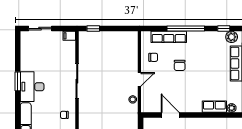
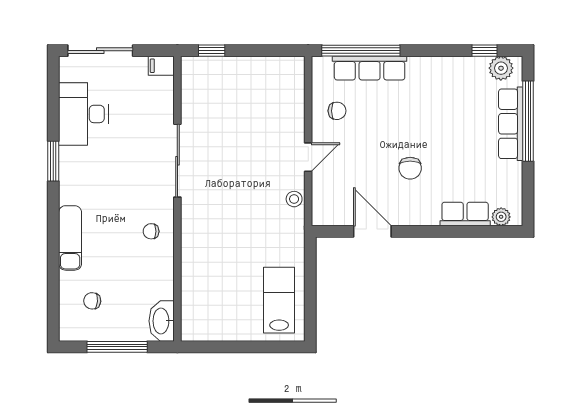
sliding door: (40, 29) -> (100, 51), width x1.37
window: (186, 29) -> (361, 51), moved
chair: (180, 65) -> (410, 168), moved
desk: (32, 87) -> (83, 114), moved

